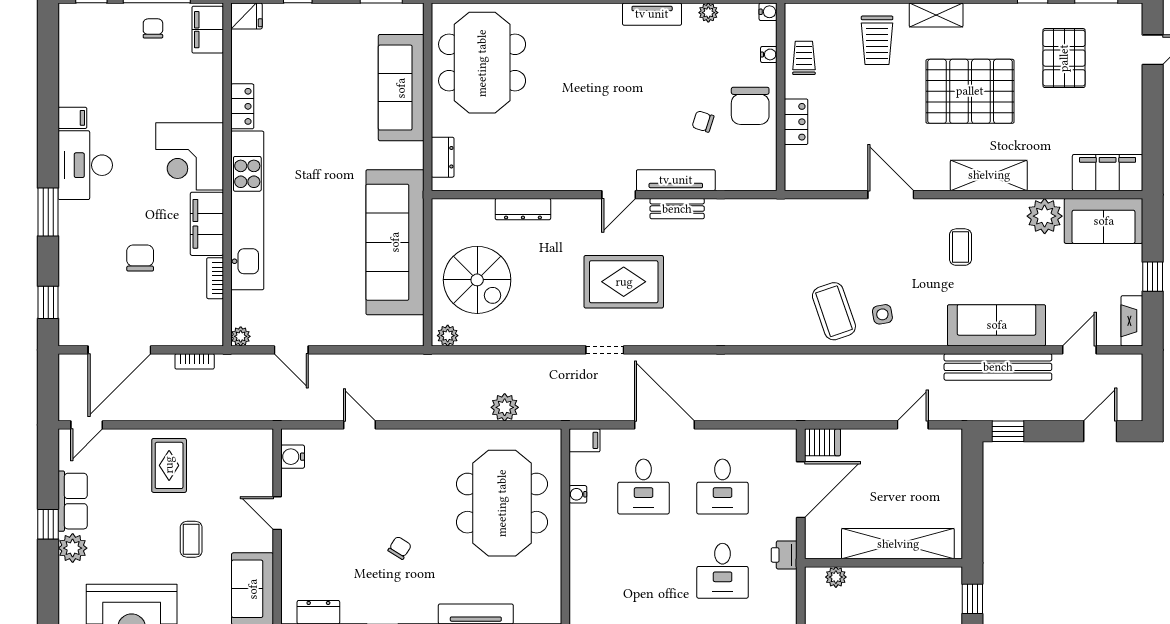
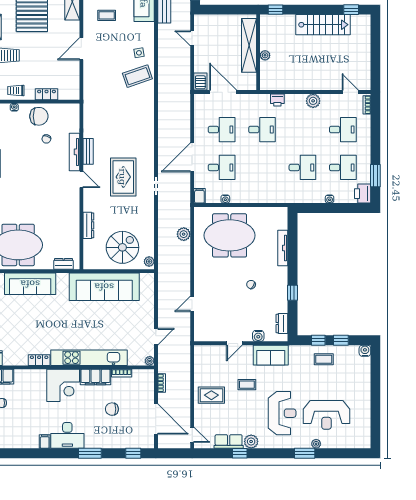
water cooler: (293, 457) -> (258, 336), moved
printer: (784, 555) -> (277, 100), moved
plant: (836, 577) -> (265, 55), moved

